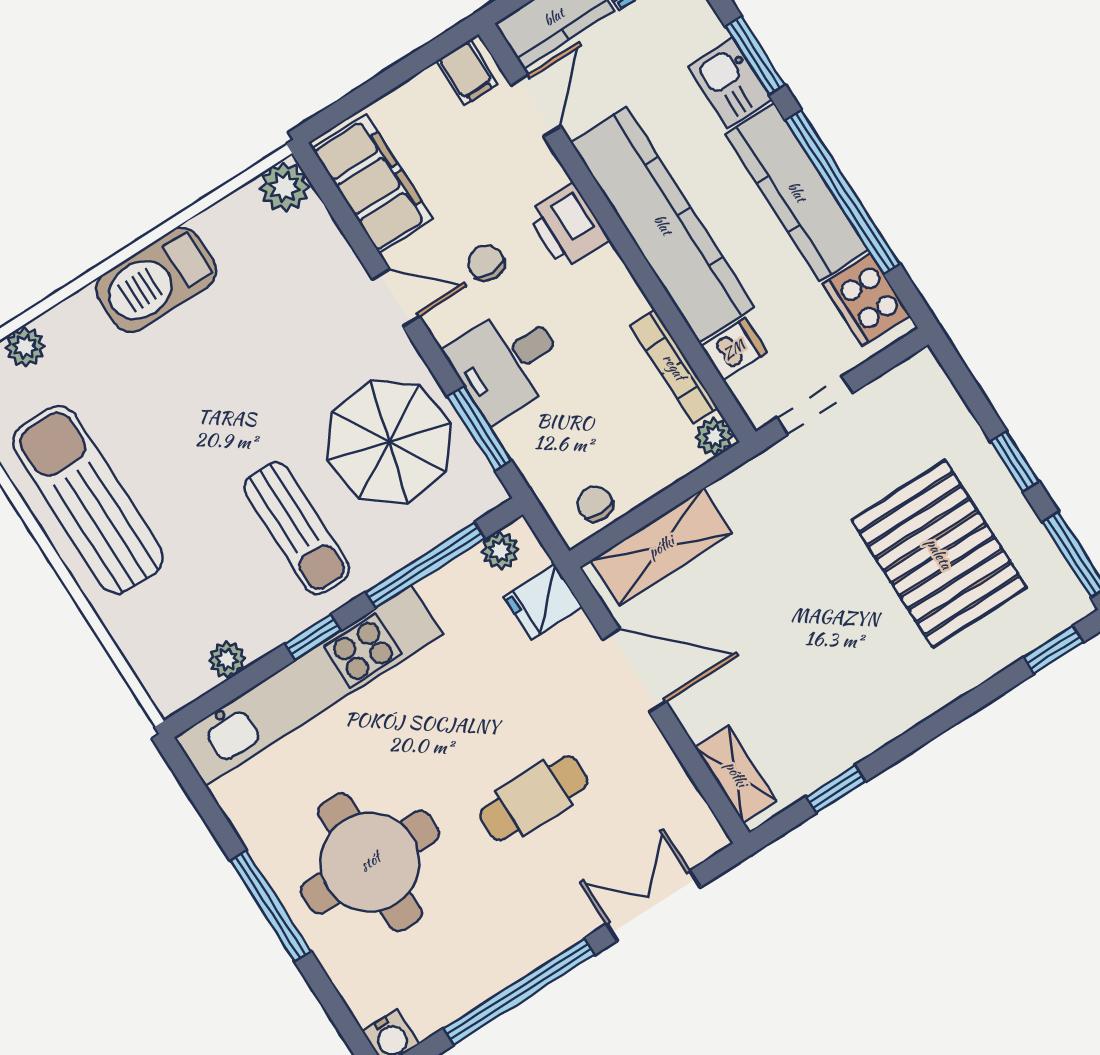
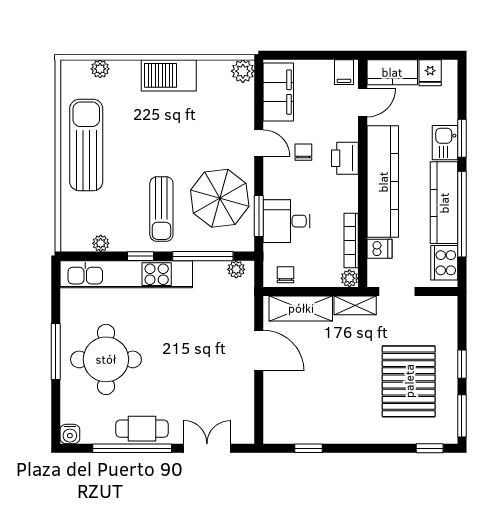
desk: (507, 362) -> (287, 221), moved
fridge: (543, 602) -> (240, 300), removed
shelving: (736, 774) -> (355, 305), moved, turned 90
cafe table: (534, 798) -> (142, 429), moved

